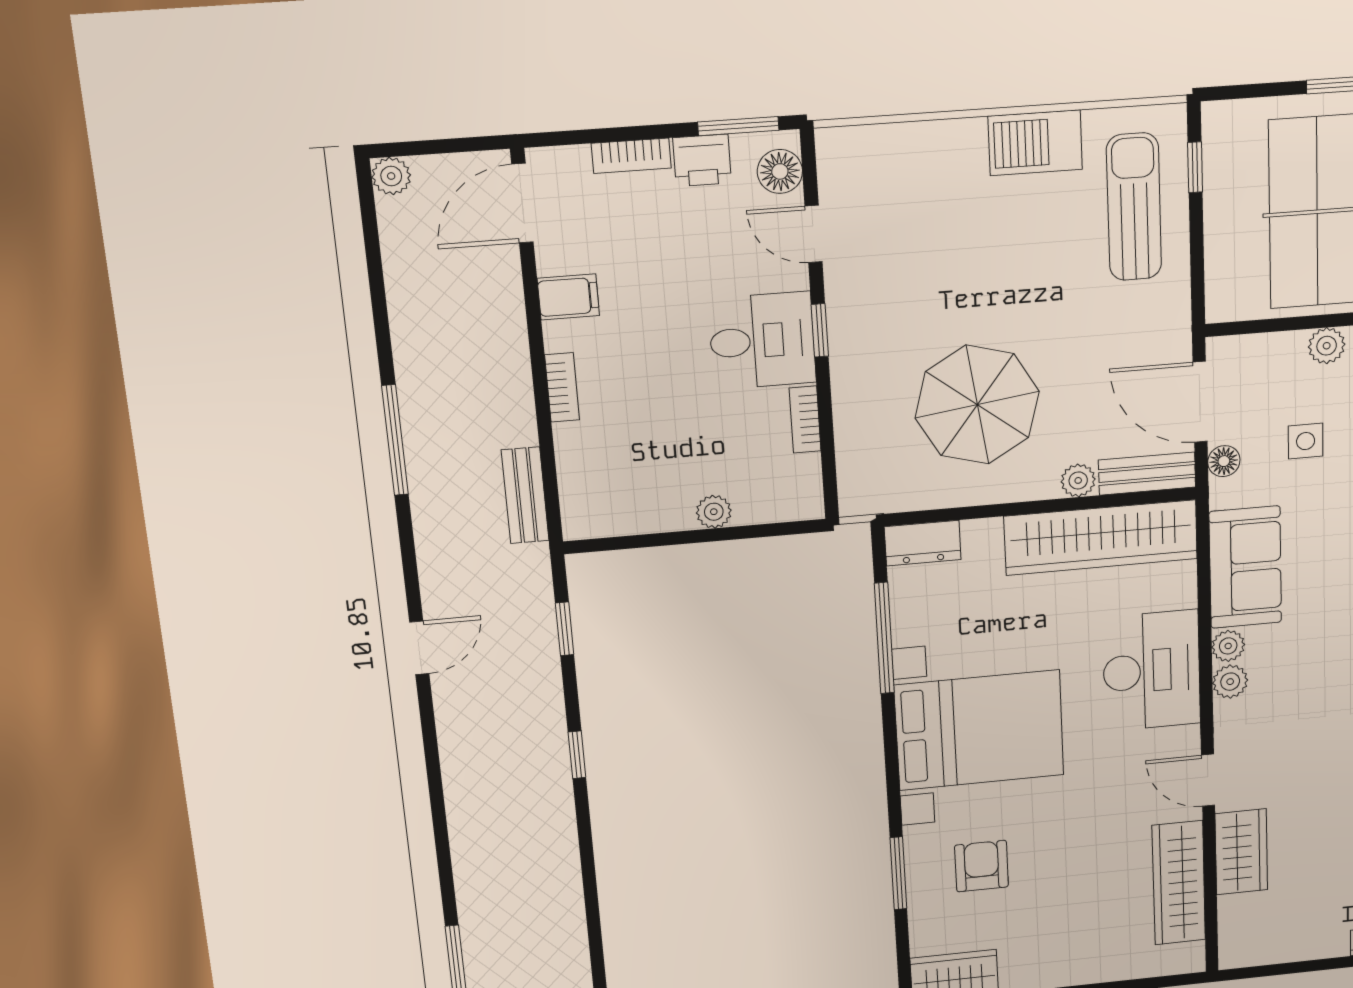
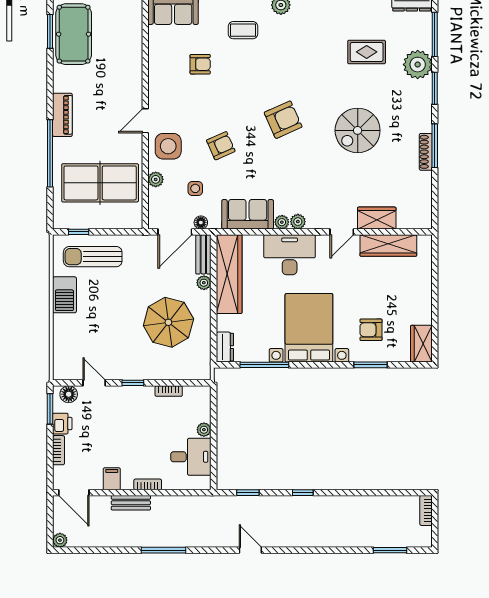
door: (814, 234) -> (94, 383), swing flipped
desk: (762, 341) -> (191, 457), moved, turned 90
bench: (525, 495) -> (131, 503), moved

